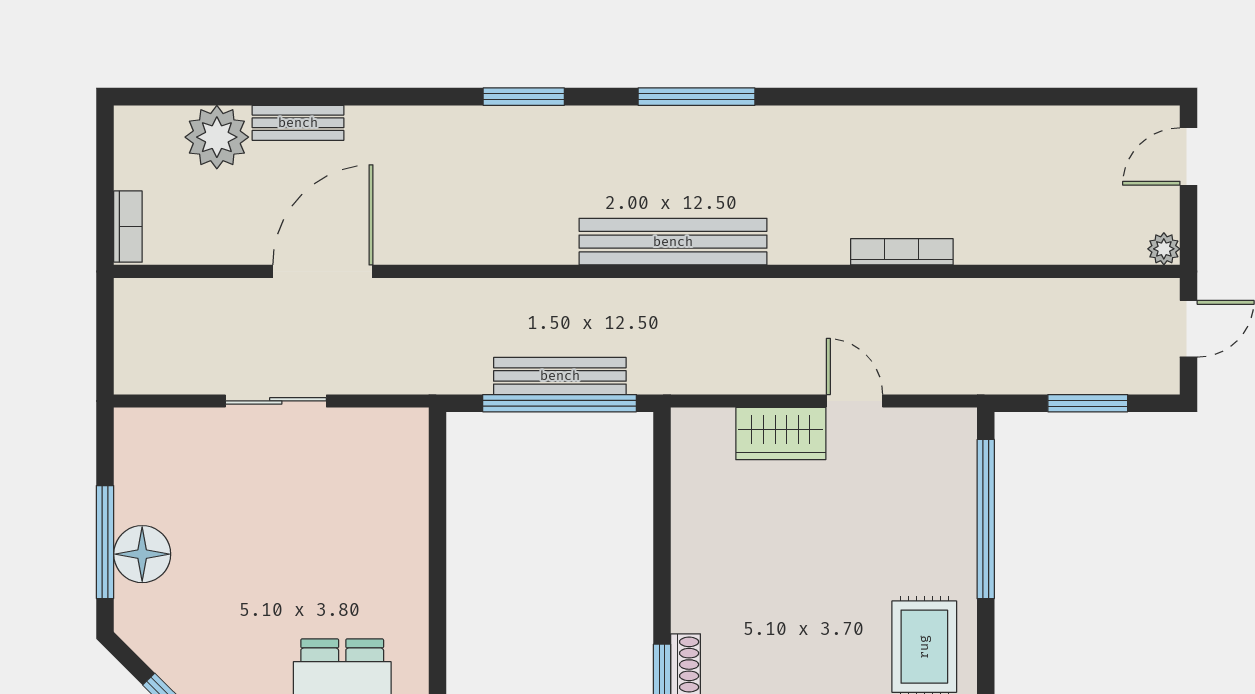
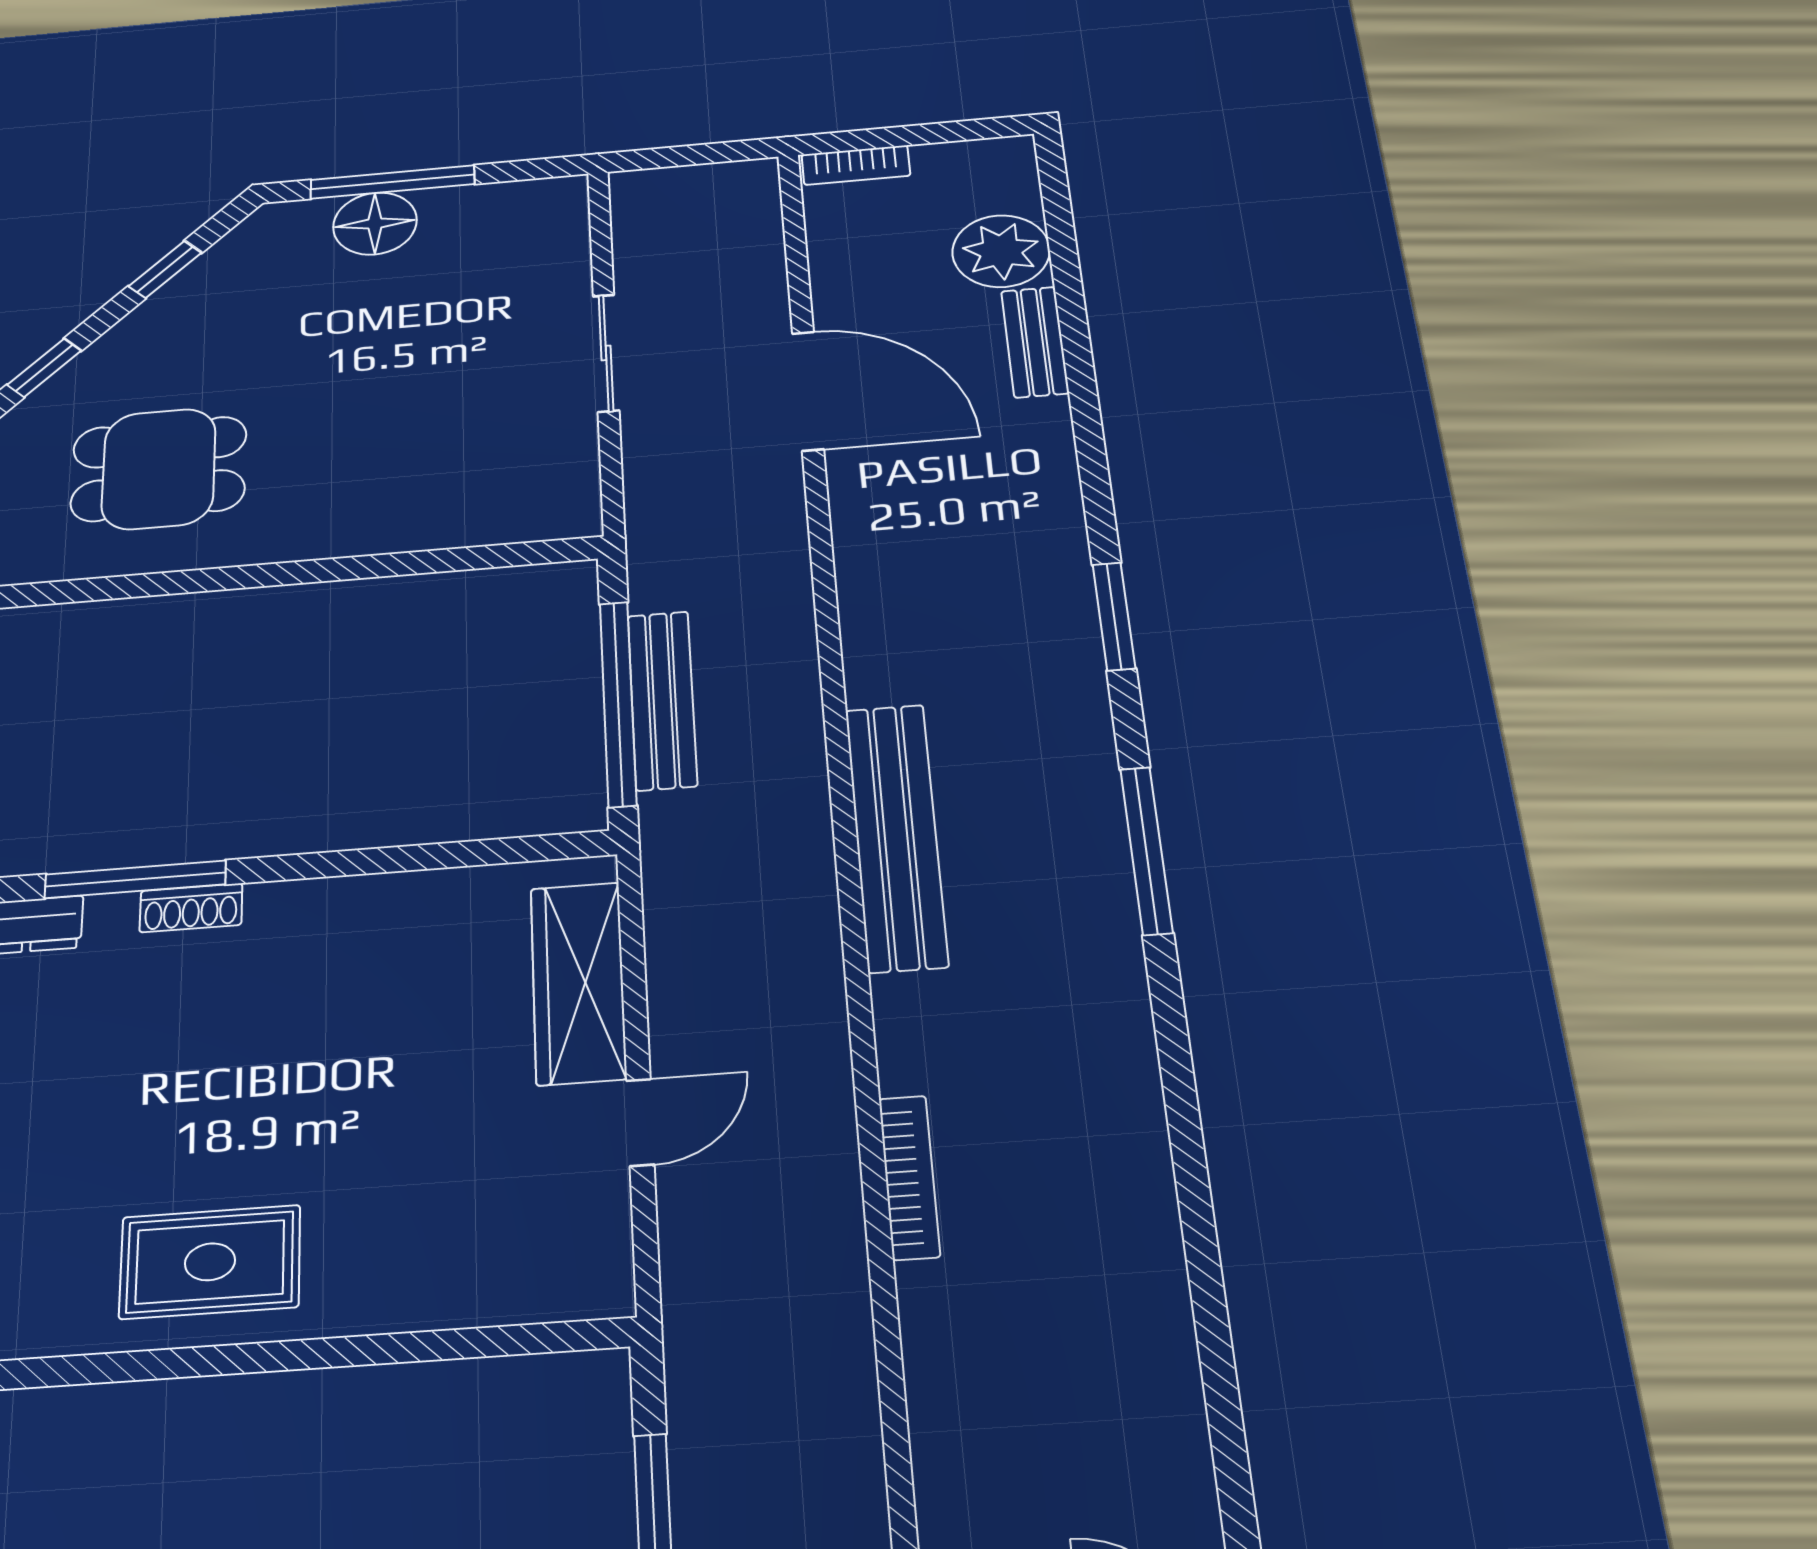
wardrobe: (781, 434) -> (578, 983), width x1.50
window: (986, 519) -> (436, 1345), removed

